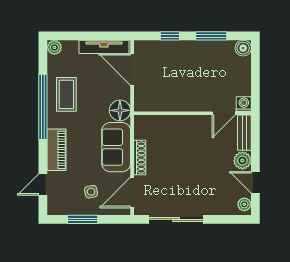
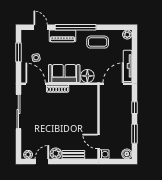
washing machine: (244, 104) -> (104, 154), moved
window: (43, 107) -> (76, 27), moved
wall: (193, 113) -> (99, 122), moved
door: (224, 113) -> (99, 141), moved

